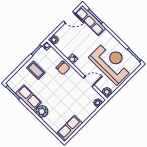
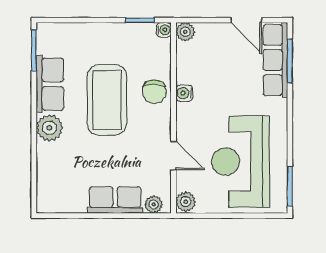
reception desk: (111, 63) -> (241, 162), turned 180
coffee table: (36, 70) -> (107, 100), moved, width x1.86, depth x1.72
row of seats: (70, 128) -> (115, 200), moved

